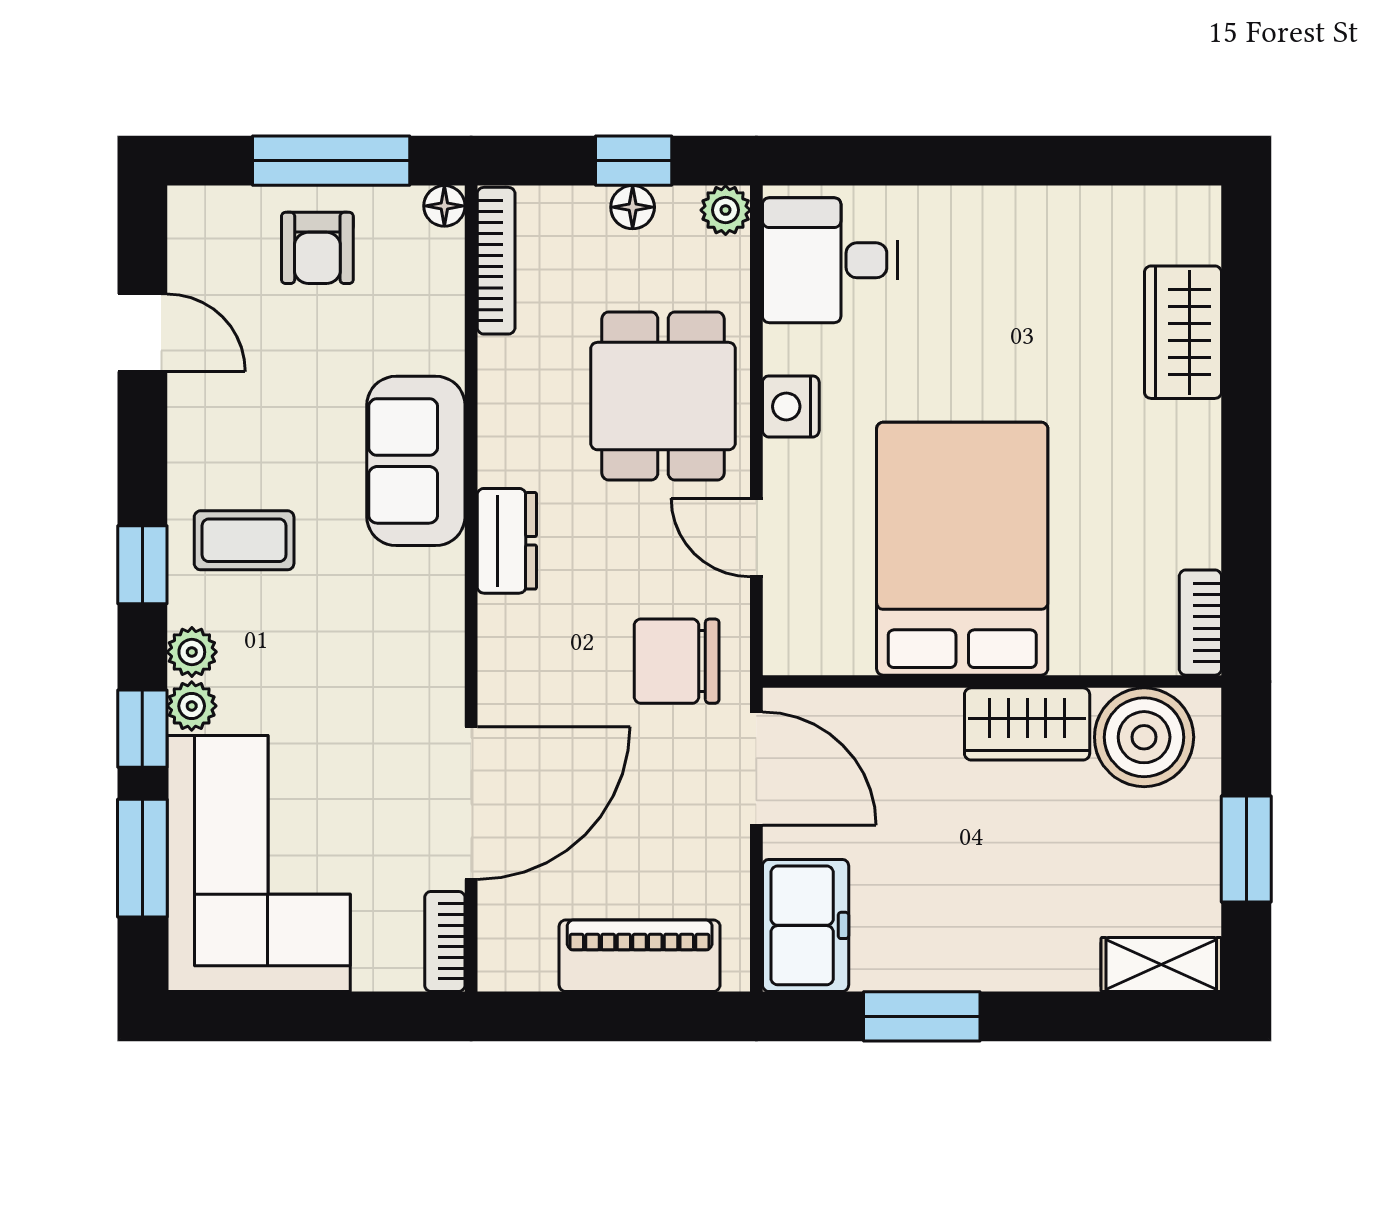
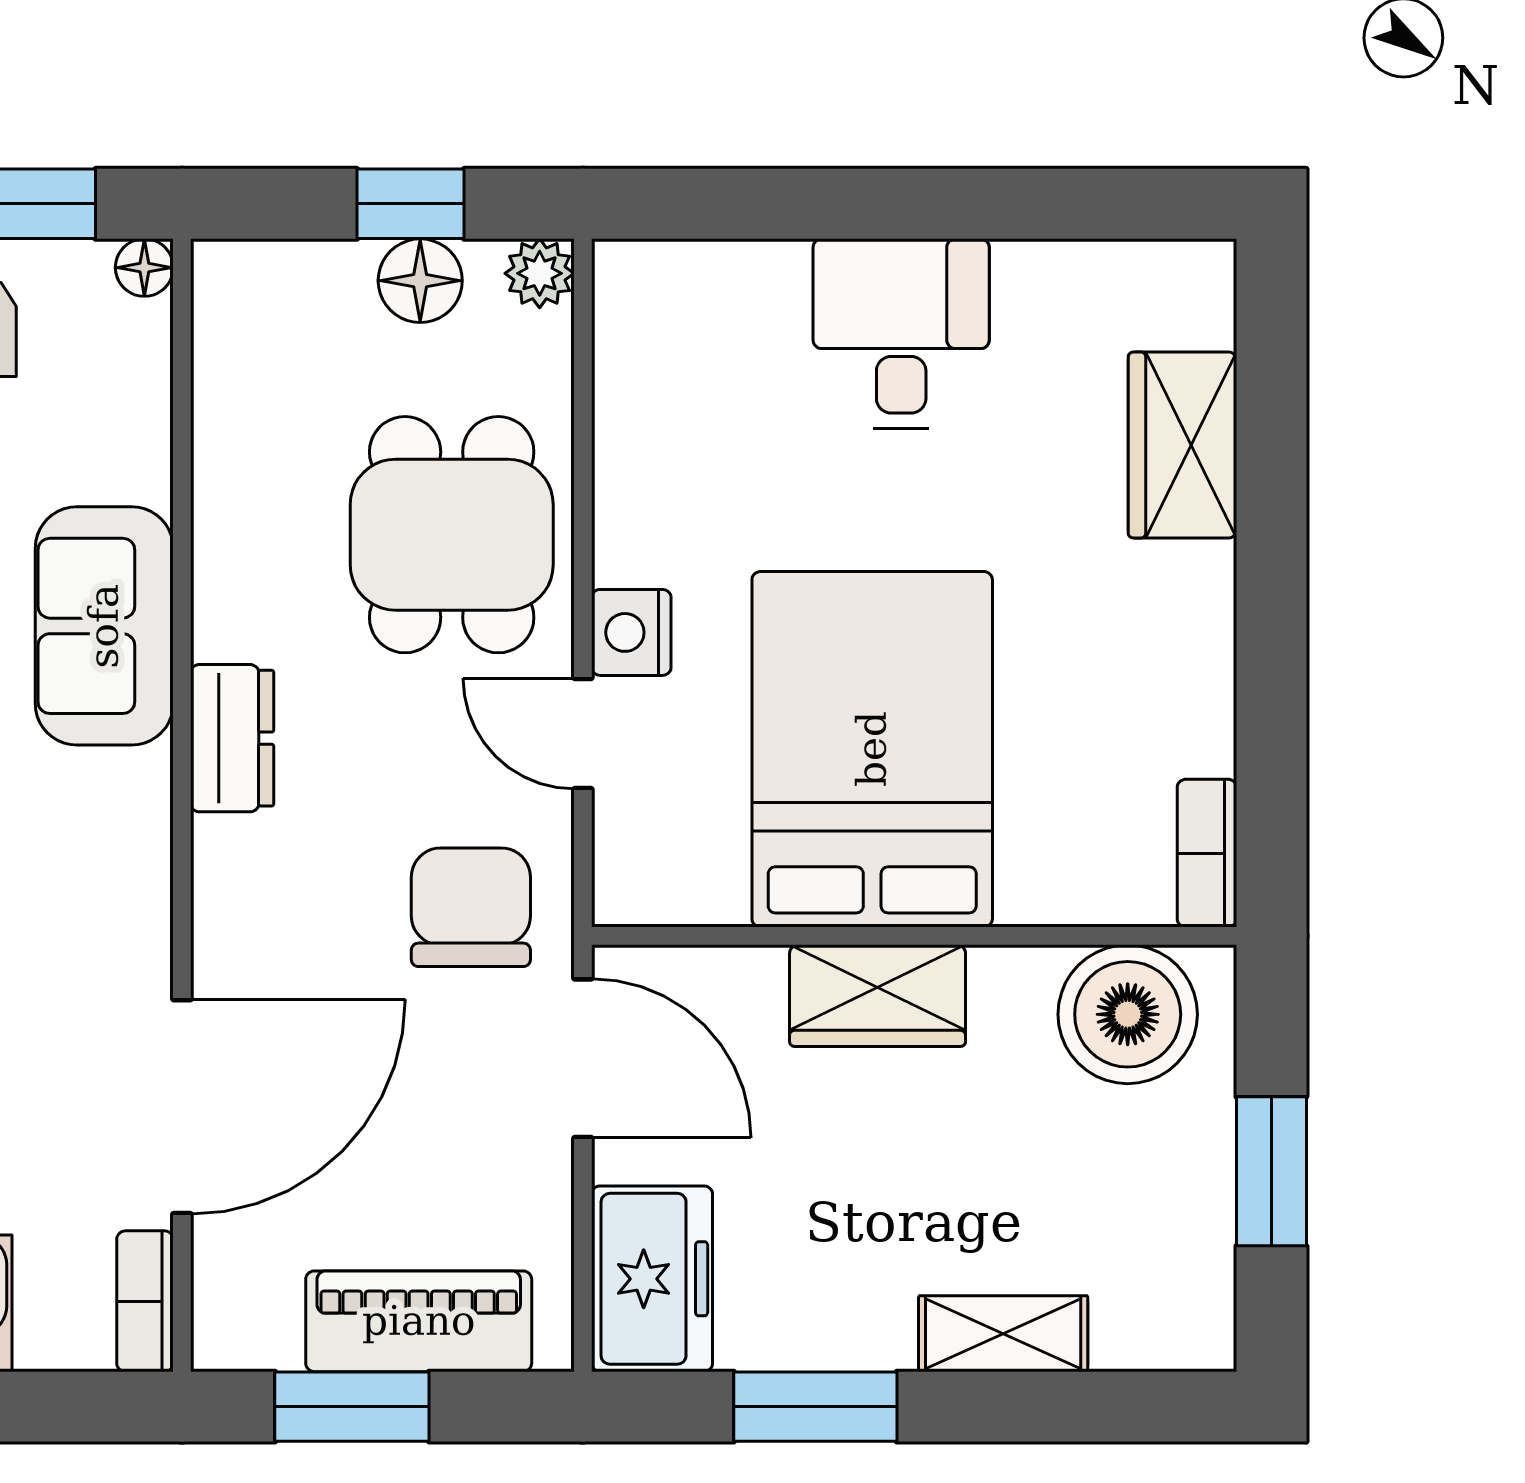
floor lamp: (633, 207) -> (420, 281), width x1.37, depth x1.37
desk: (830, 260) -> (901, 334), moved, turned 90
bookcase: (496, 261) -> (217, 344), removed
nightstand: (791, 406) -> (631, 632), moved
chair: (677, 661) -> (471, 907), turned 90
wardrobe: (1027, 724) -> (878, 996), moved
shelving: (1161, 965) -> (1003, 1334), moved
window: (592, 1016) -> (352, 1407), added

